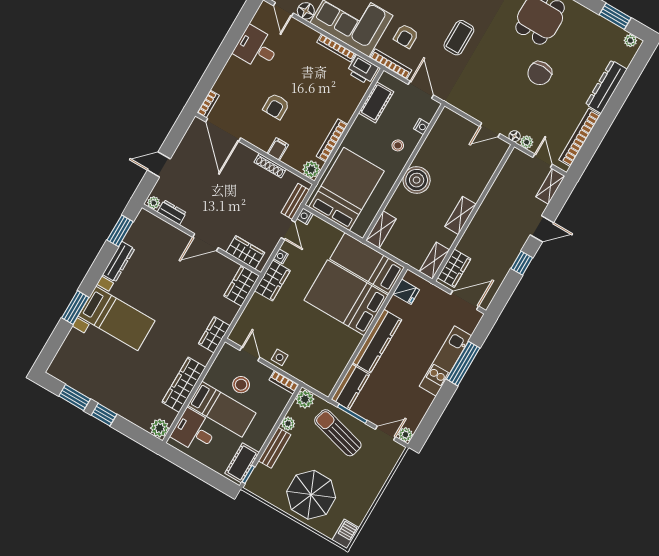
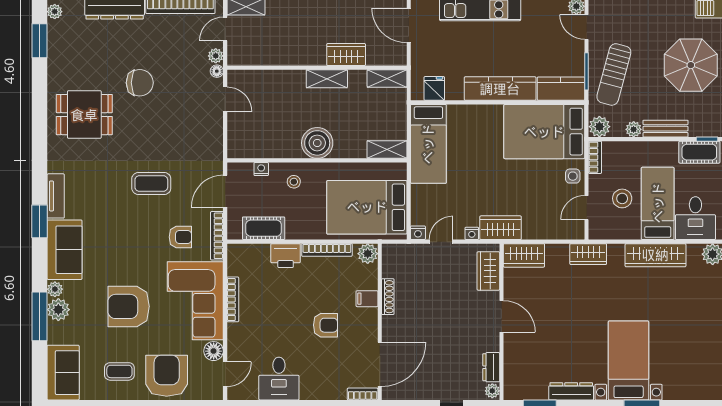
printer: (362, 70) -> (286, 256), moved, turned 90
bench: (295, 201) -> (409, 251), removed
wardrobe: (454, 268) -> (346, 55), moved
bed: (346, 298) -> (544, 132), moved, turned 90

